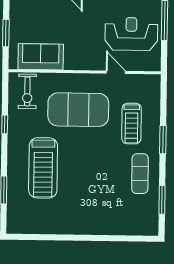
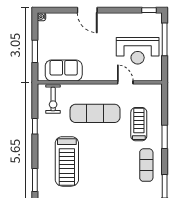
reception desk: (131, 34) -> (138, 51), turned 180
exercise mat: (78, 110) -> (95, 113), width x0.68
treadmill: (132, 124) -> (139, 124), turned 180

